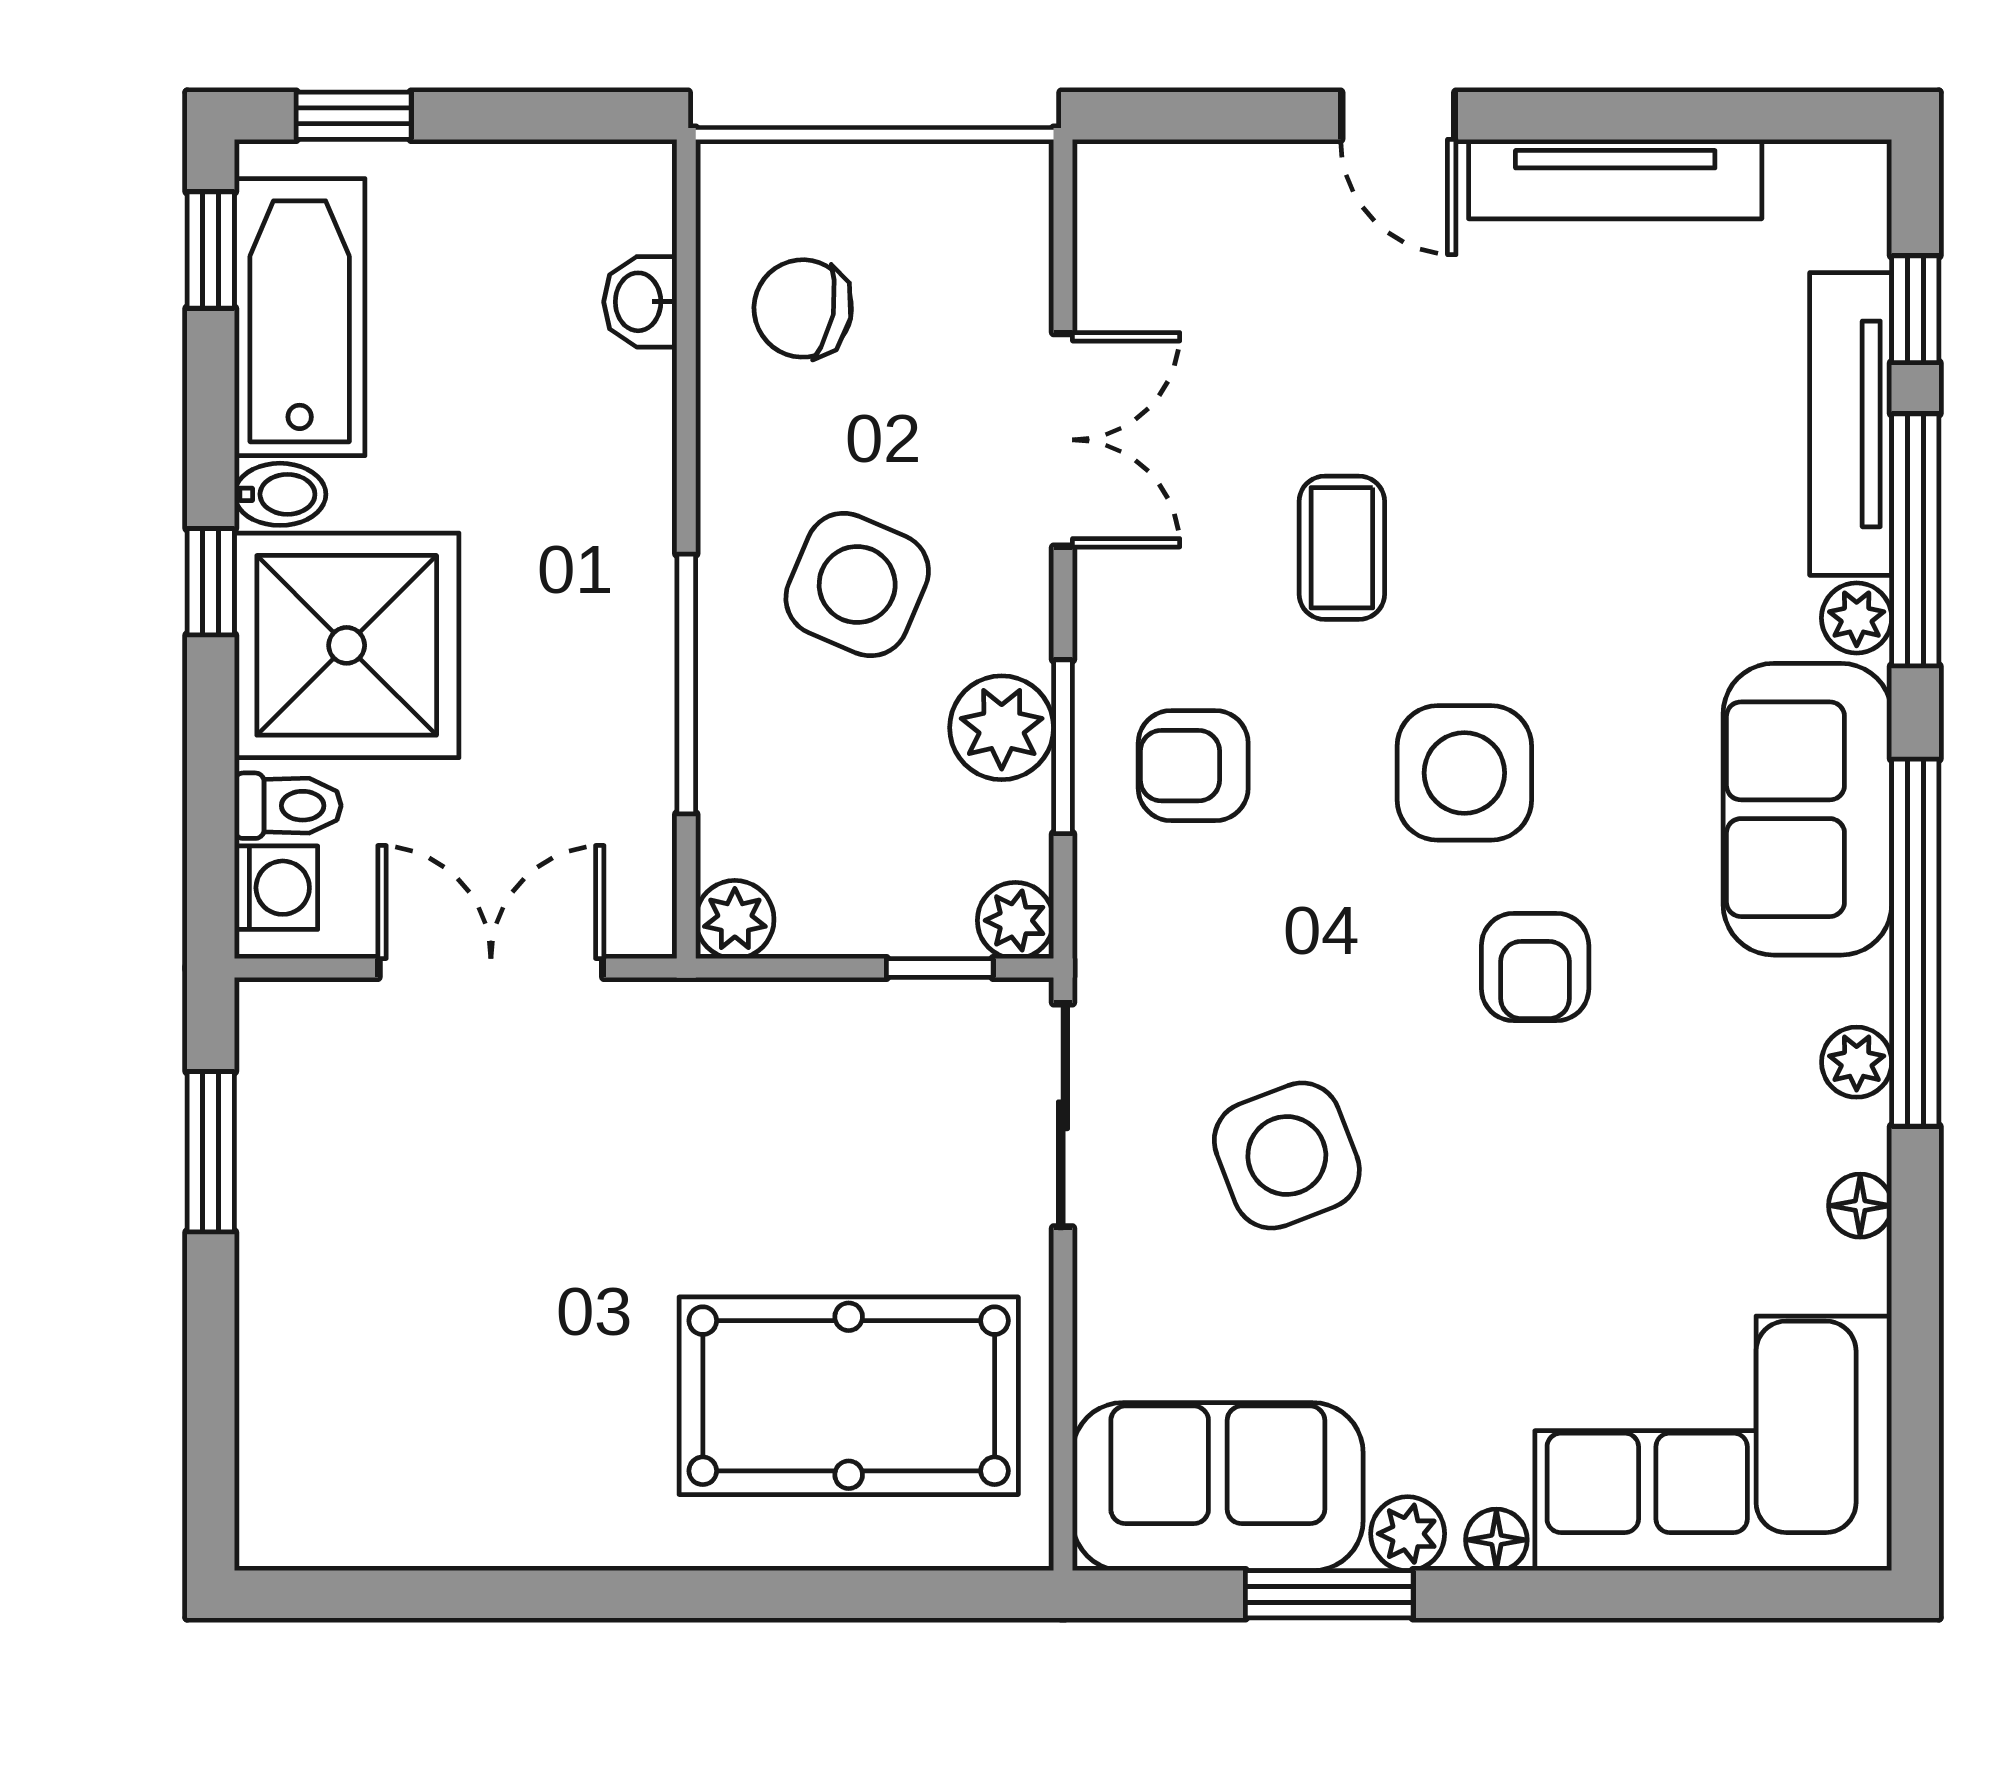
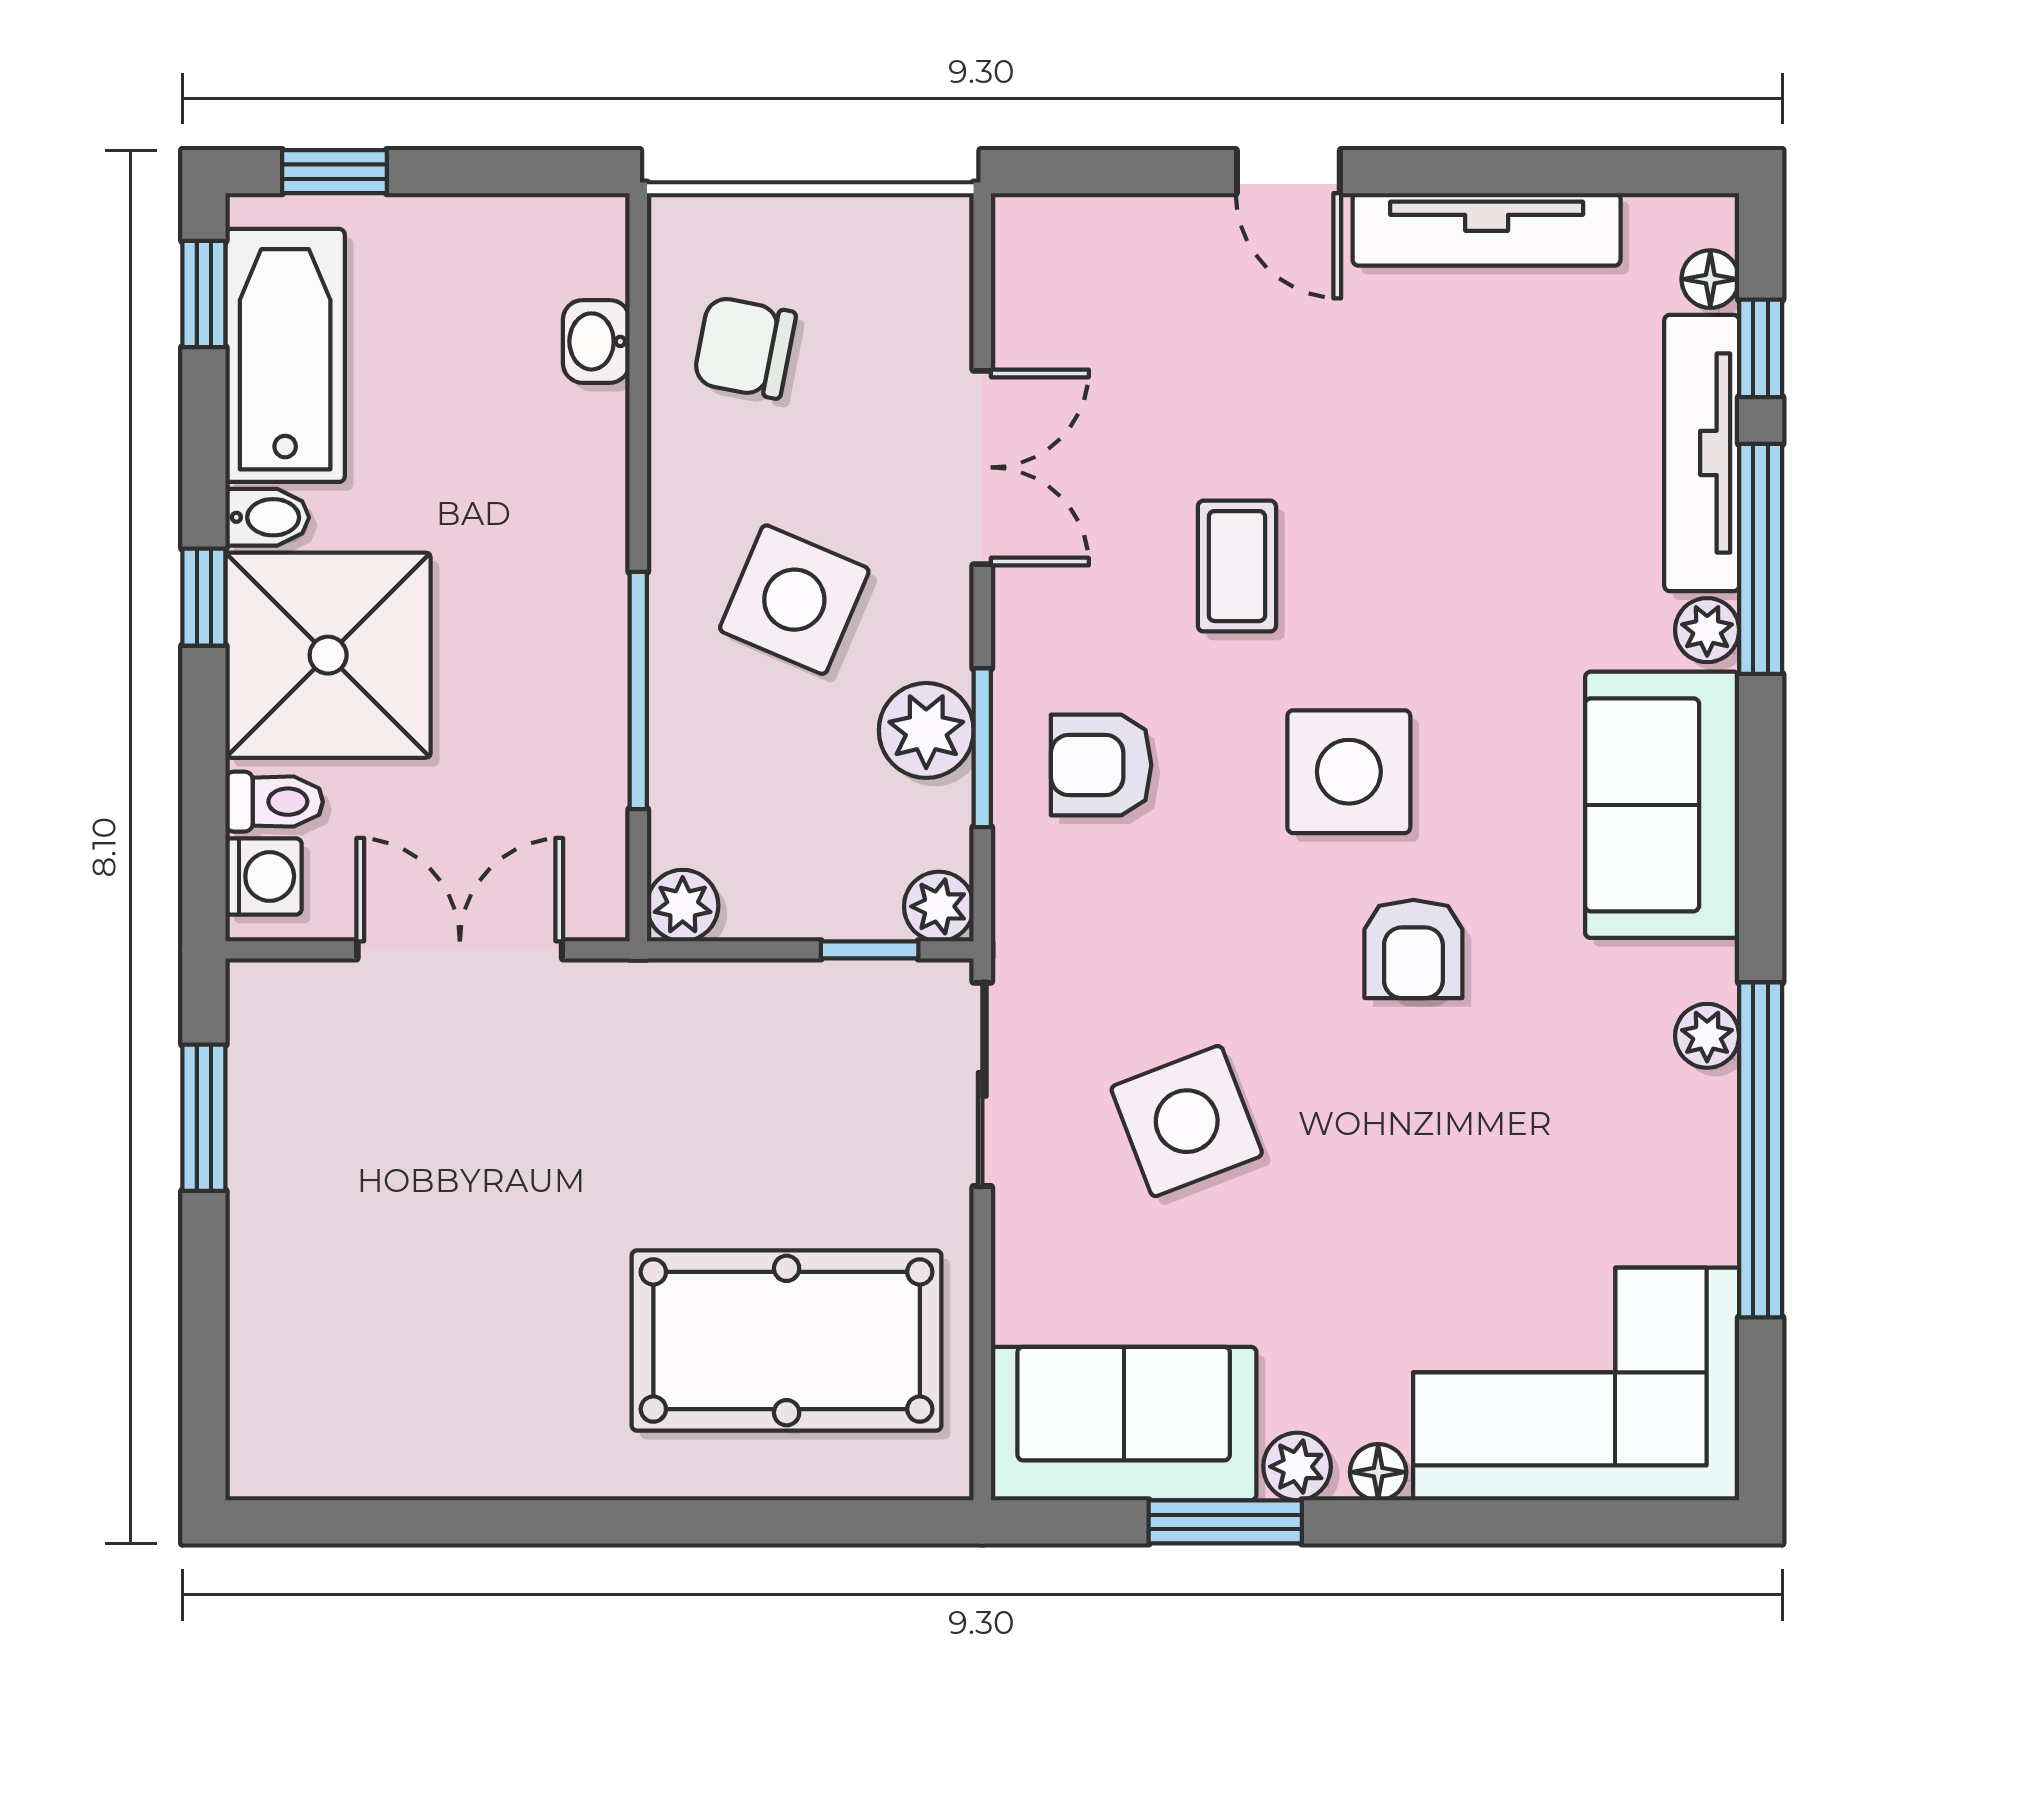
window: (1915, 943) -> (1761, 1150), moved
floor lamp: (1860, 1206) -> (1710, 279), moved

